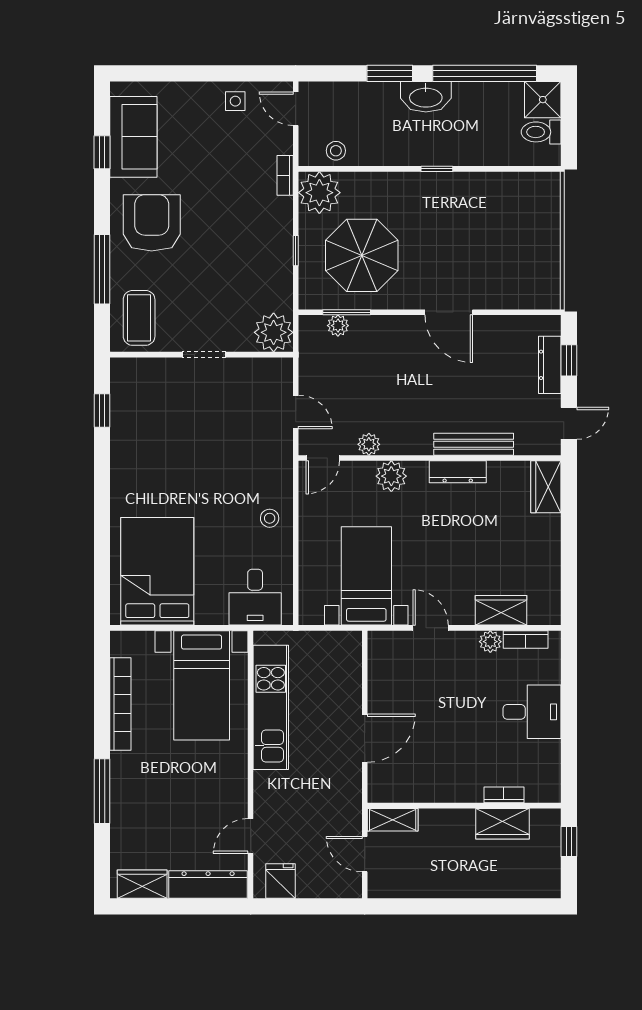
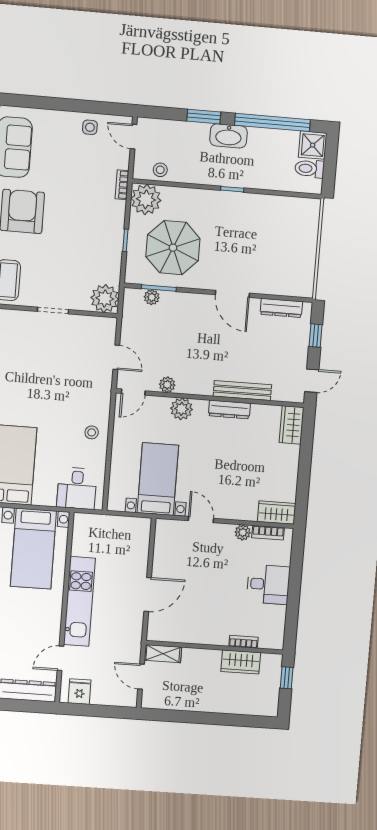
dresser: (550, 365) -> (281, 308), moved, turned -90
wardrobe: (501, 610) -> (277, 513), moved
kitchen unit: (271, 707) -> (79, 601), moved

